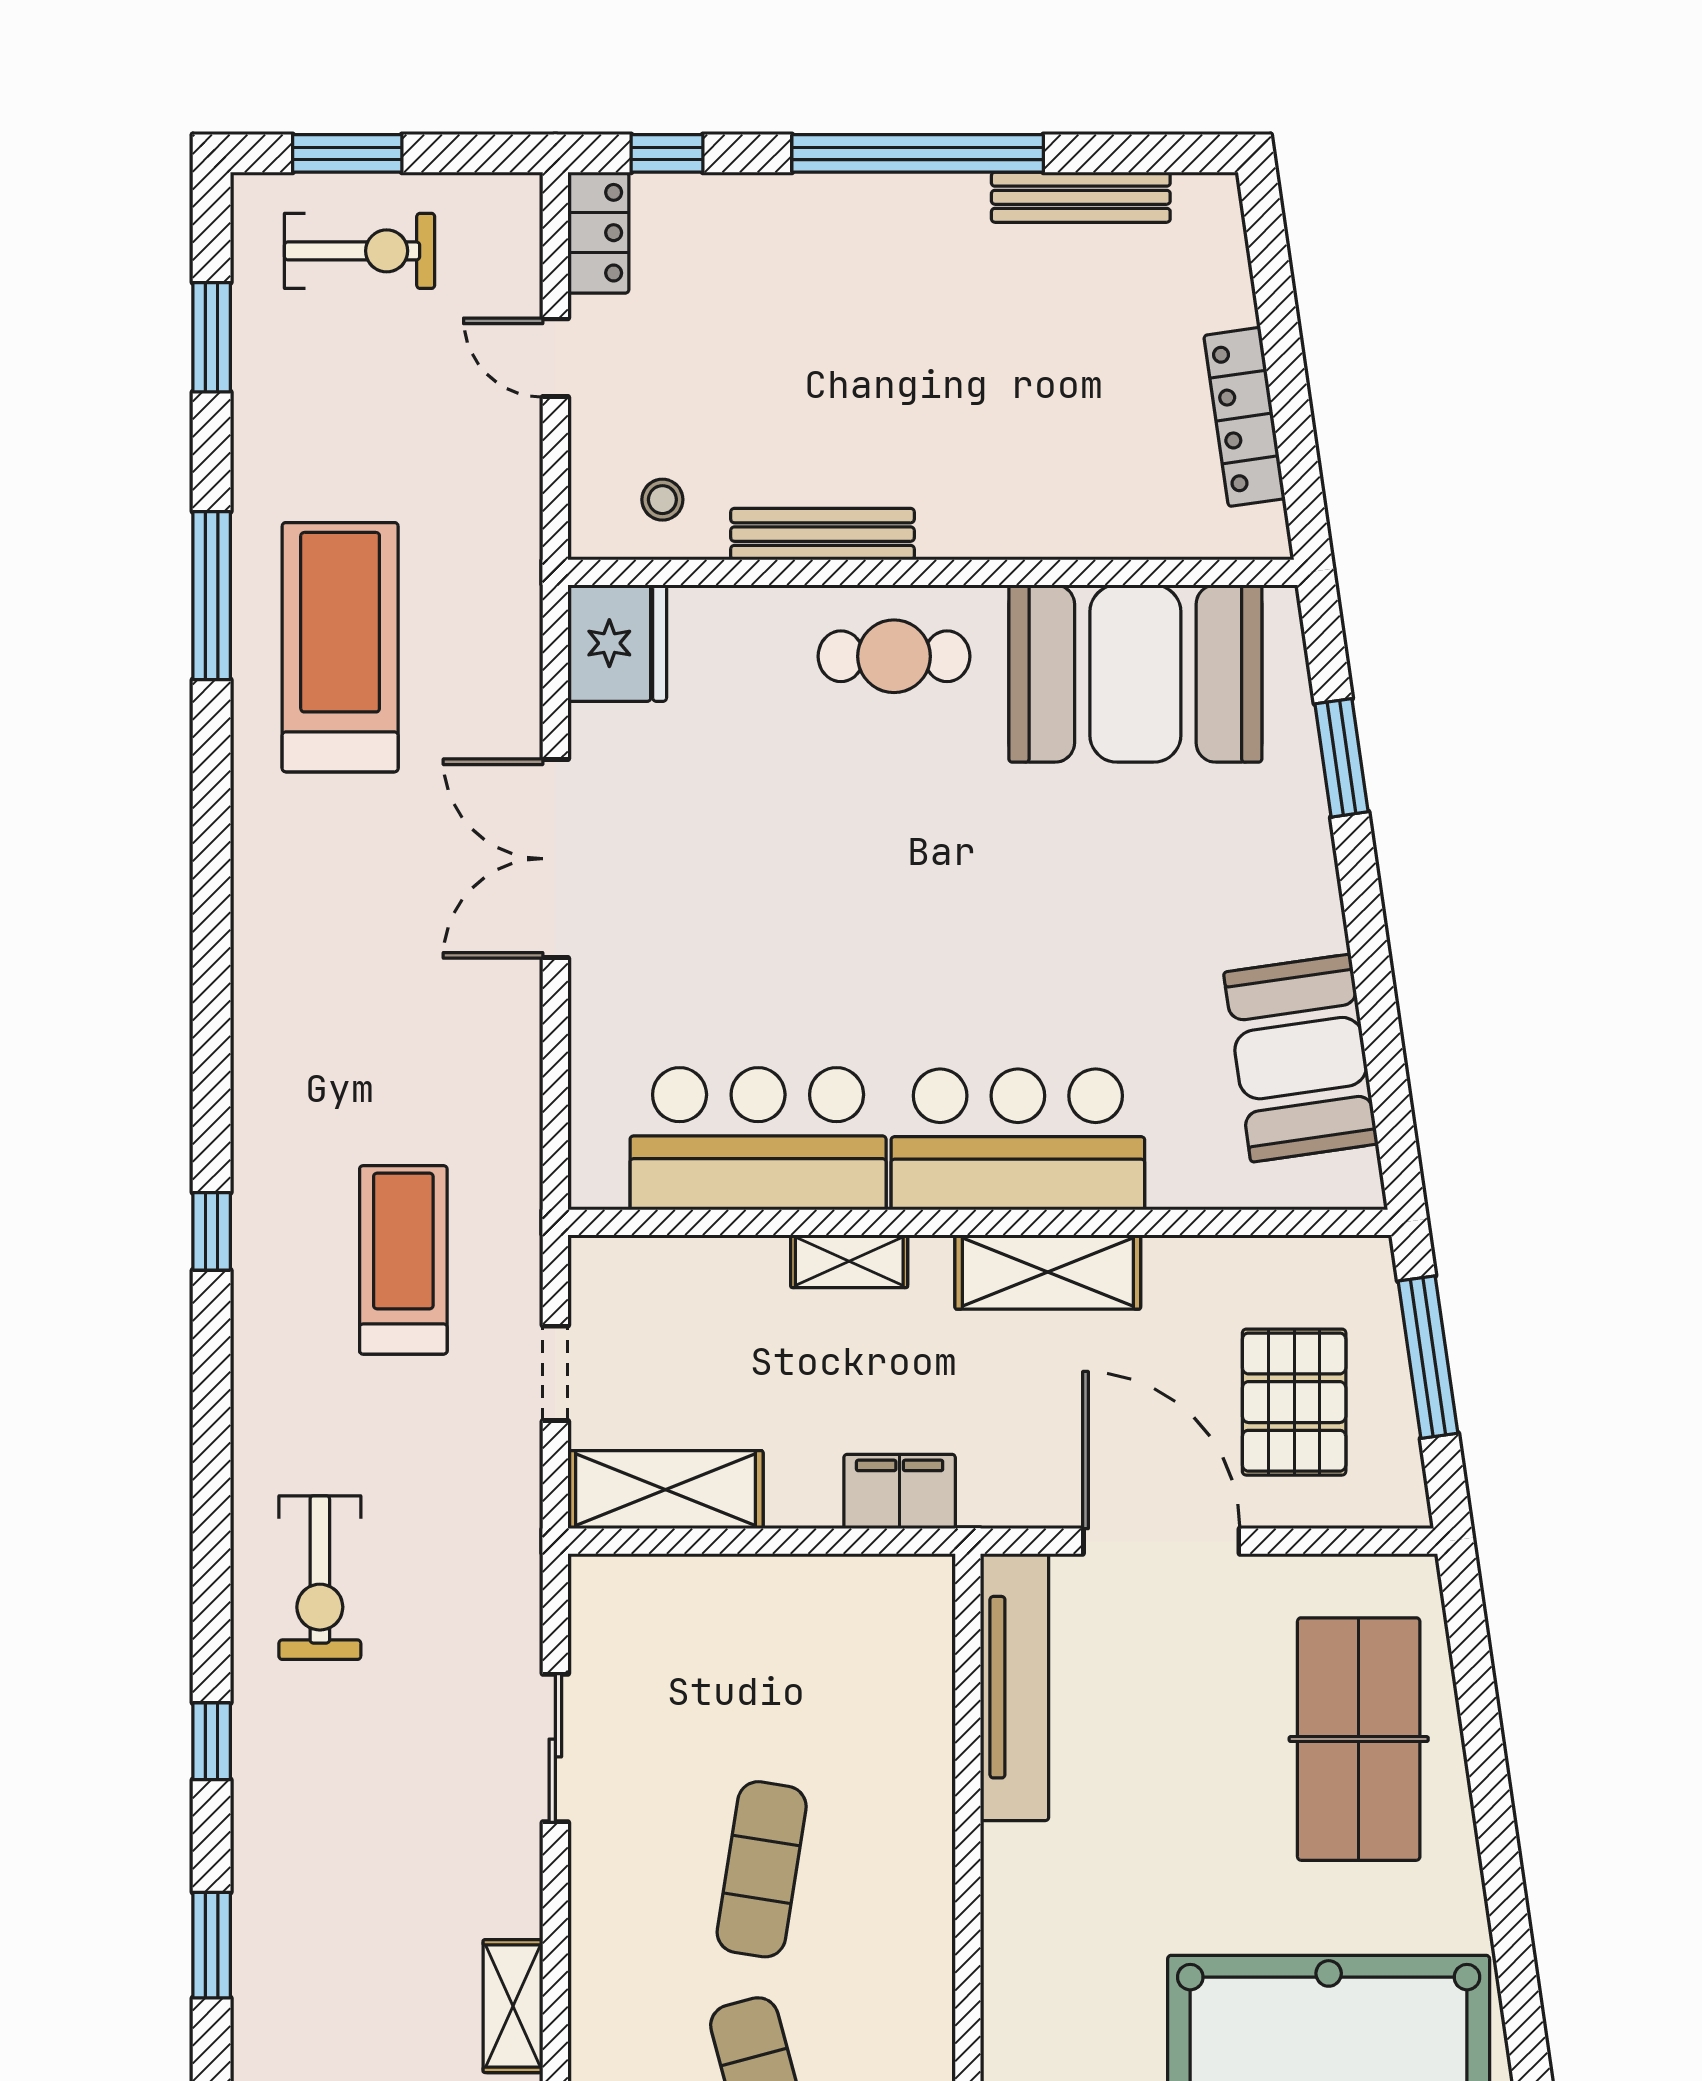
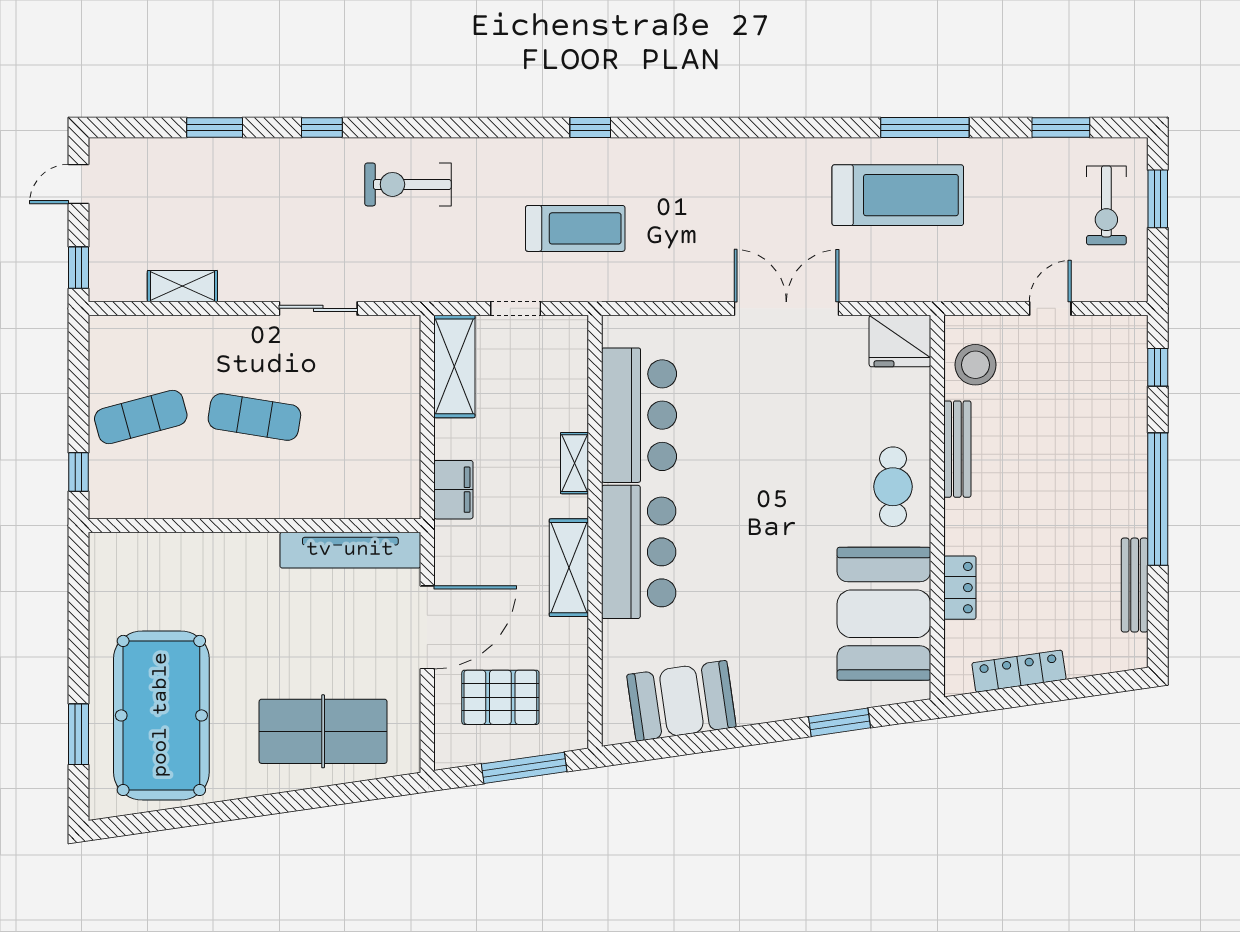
locker: (598, 233) -> (960, 588), moved, turned -90
stool: (662, 500) -> (975, 365), width x1.89, depth x1.89

